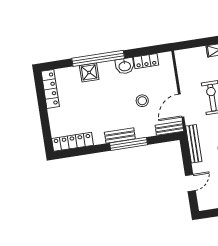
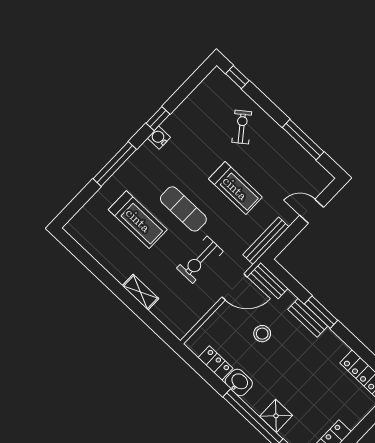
bench: (120, 136) -> (308, 318), moved
window: (129, 144) -> (321, 312), width x0.69

